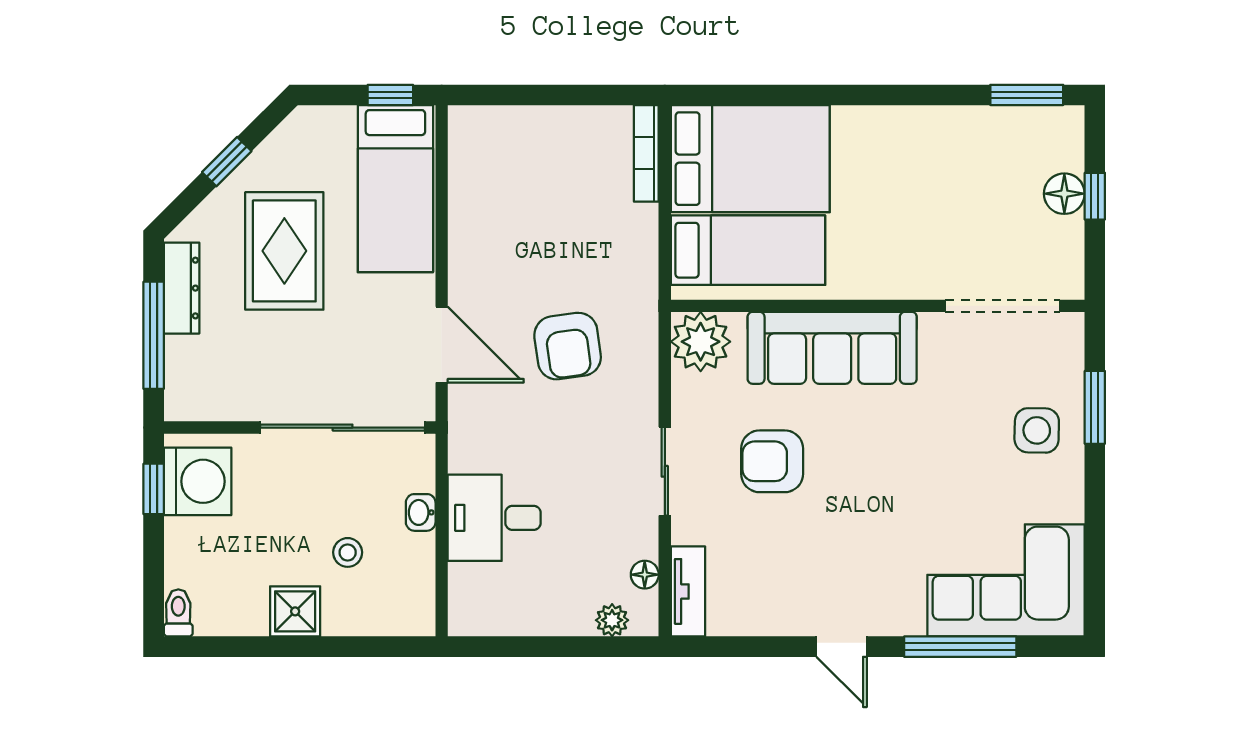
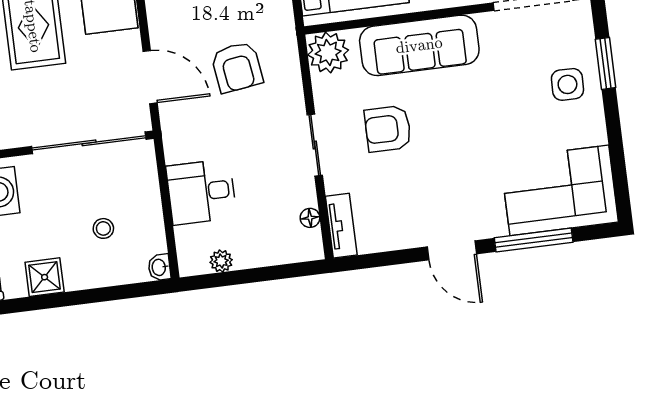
washbasin: (421, 512) -> (159, 267), moved
shower: (295, 611) -> (45, 277), moved
plant: (612, 620) -> (221, 261), moved
door: (842, 647) -> (452, 250), width x1.38

